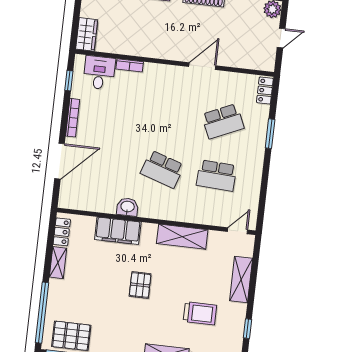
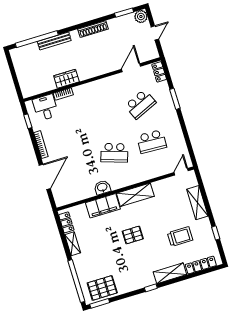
wardrobe: (87, 34) -> (66, 79), moved, turned -90
door: (202, 66) -> (131, 68), moved
shelving: (182, 237) -> (135, 195), moved
pallet: (140, 285) -> (133, 235), turned 90

